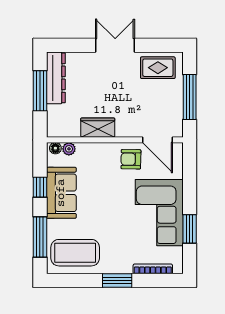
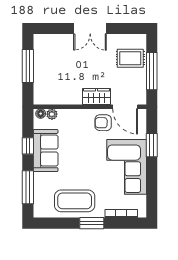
double door: (115, 45) -> (90, 28), swing flipped
rug: (158, 68) -> (130, 58), moved
dresser: (56, 78) -> (41, 55), removed
wardrobe: (98, 128) -> (97, 97), moved
window: (190, 229) -> (152, 145), moved
coffee table: (75, 253) -> (75, 201), moved

